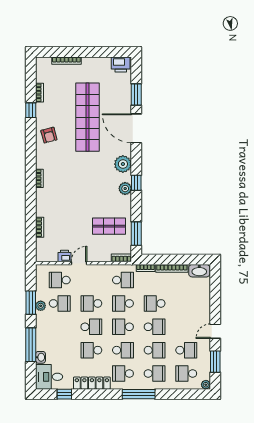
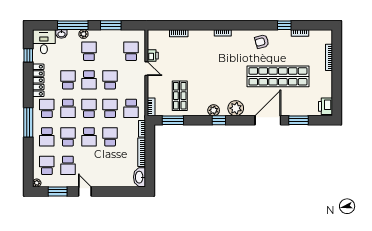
school desk: (60, 303) -> (89, 51), moved, turned 180
plant: (41, 306) -> (83, 34), moved
school desk: (155, 350) -> (68, 137), turned 180

